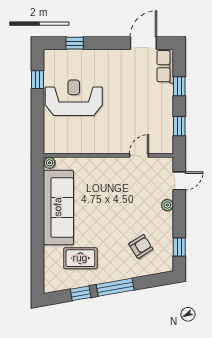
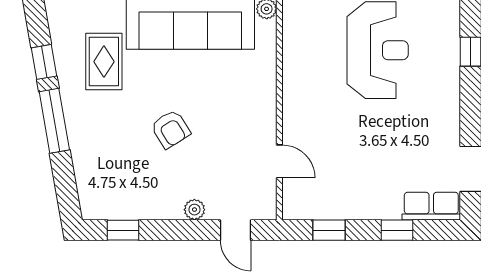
armchair: (141, 246) -> (171, 129), moved

